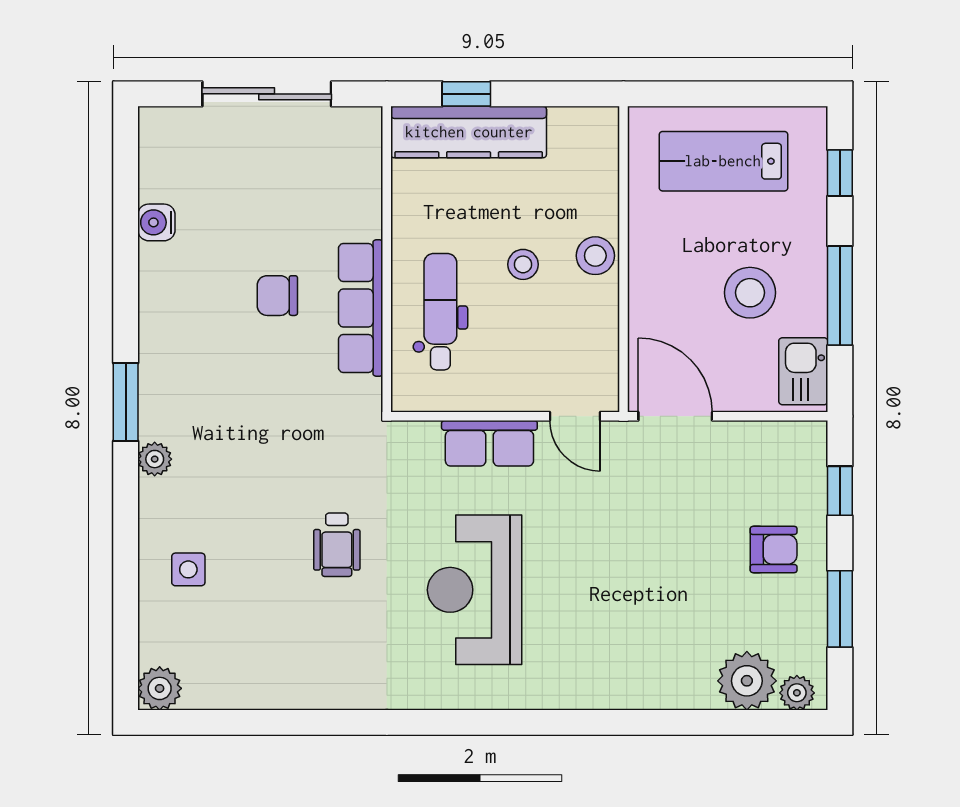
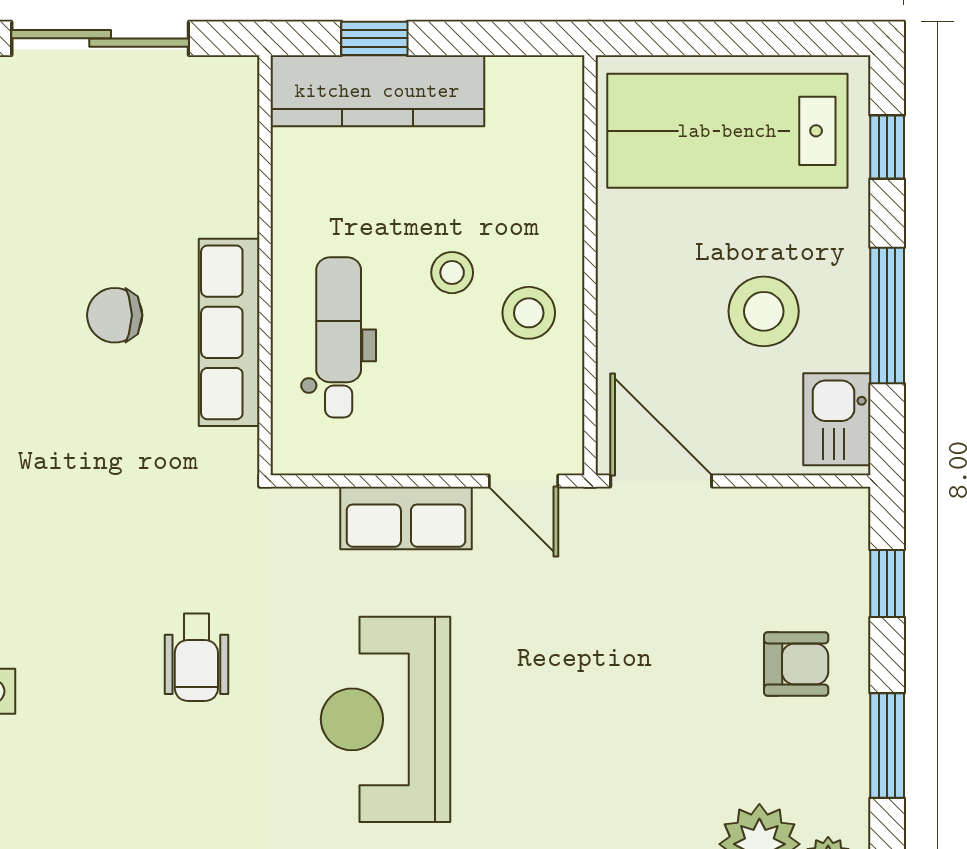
lab bench: (723, 161) -> (727, 131), width x1.36, depth x1.39
stool: (595, 256) -> (529, 313), moved

